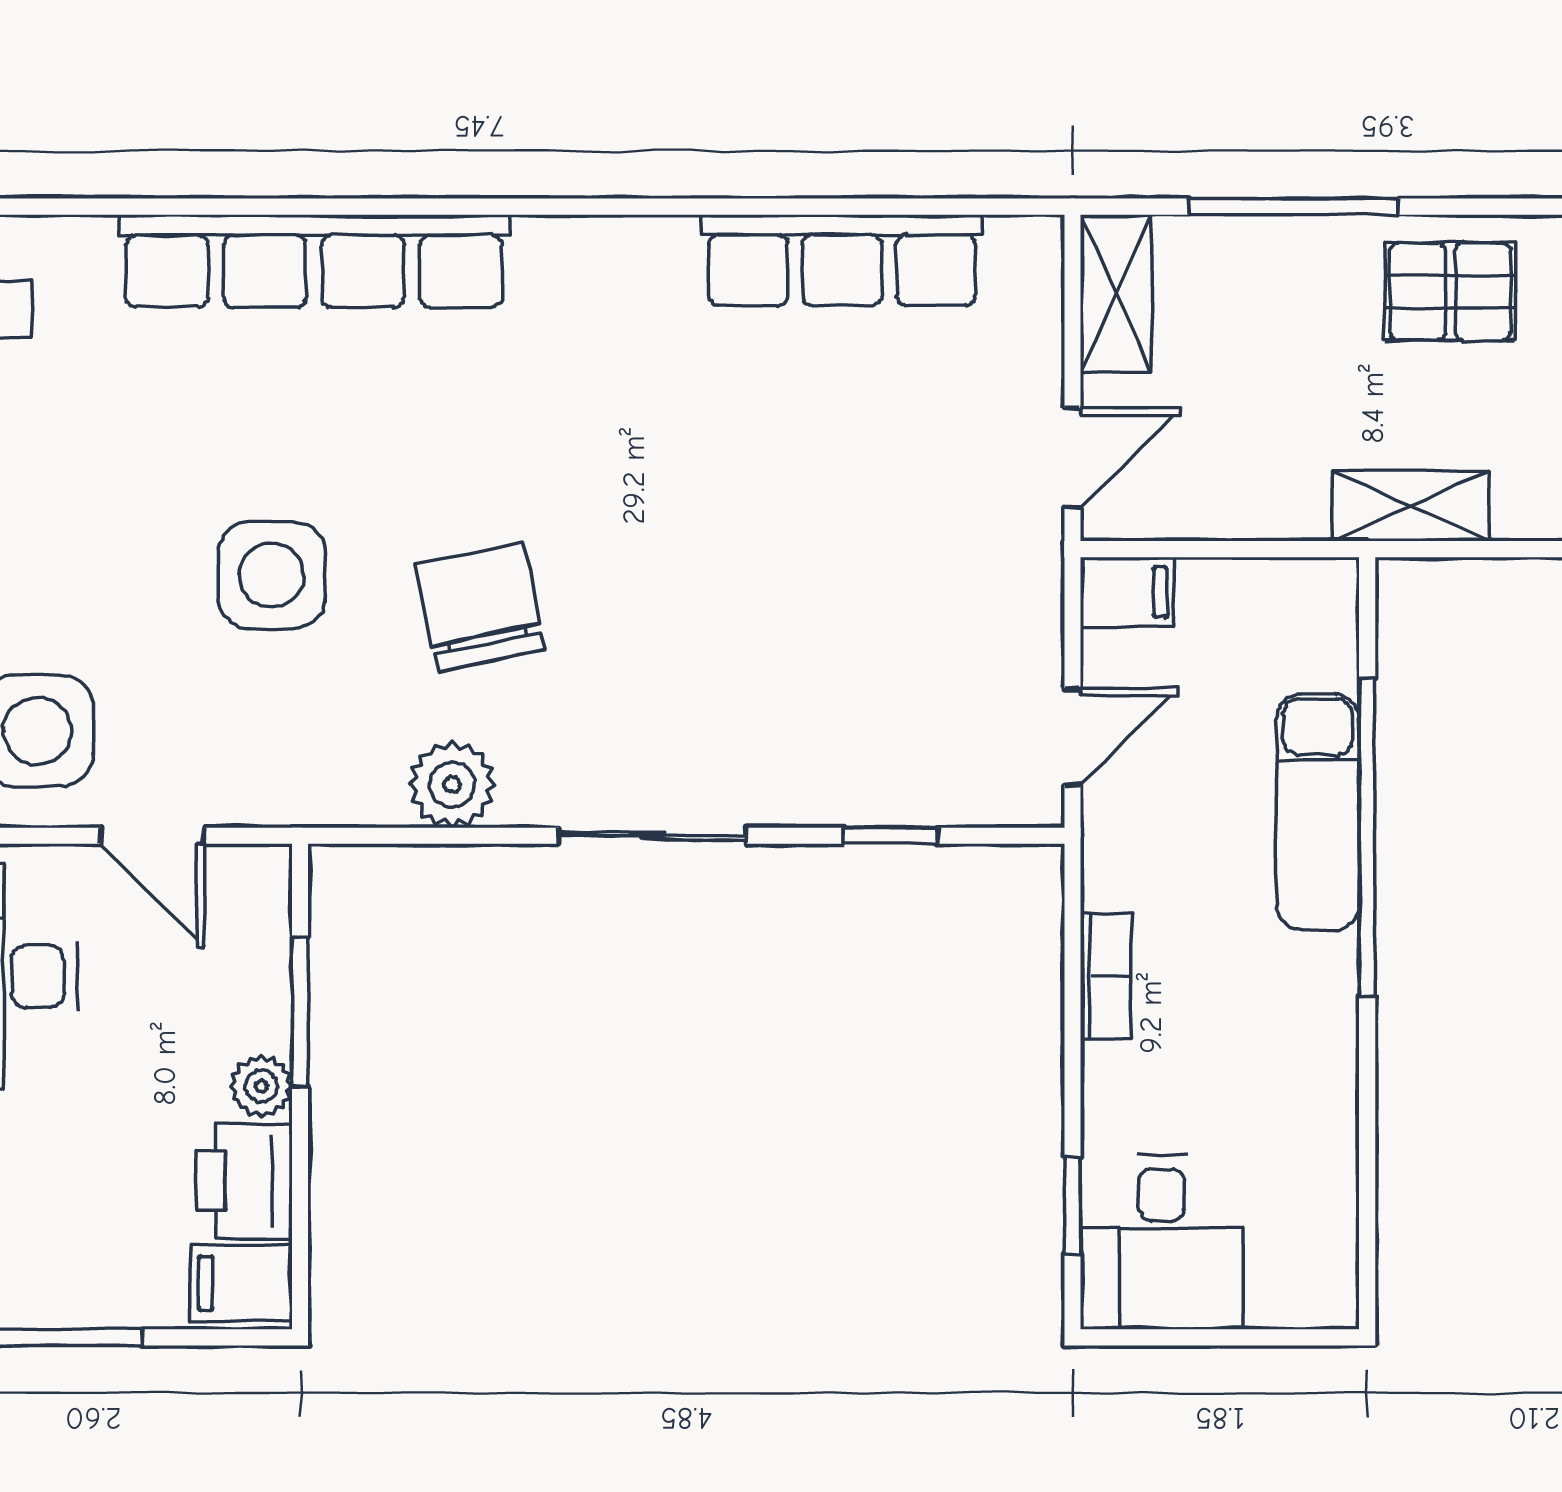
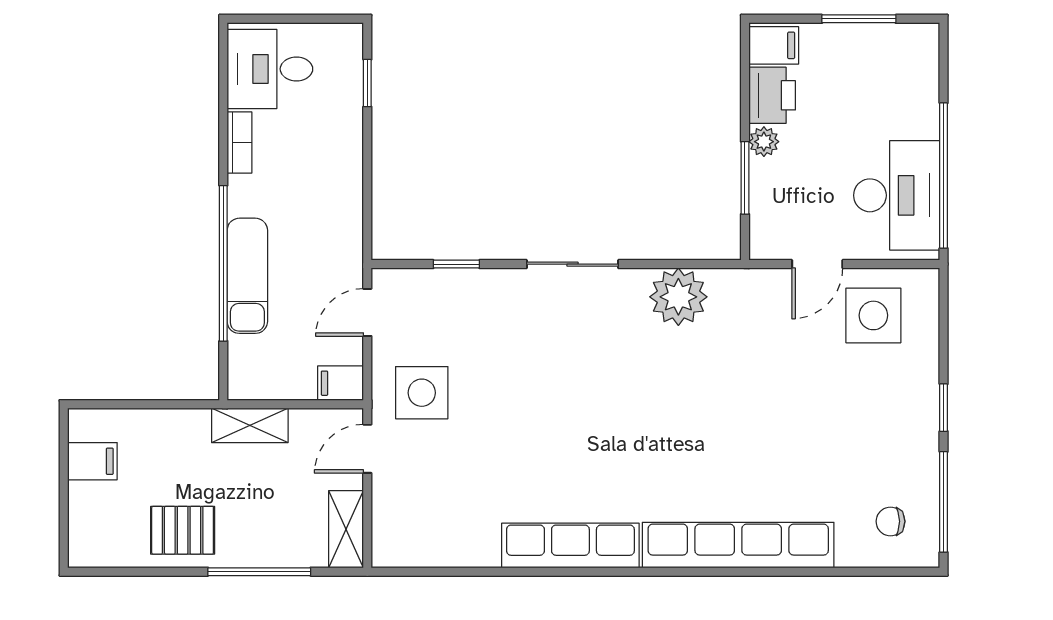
row of seats: (842, 260) -> (570, 546), moved
shelving: (1411, 506) -> (250, 425), moved
side table: (272, 575) -> (422, 393), moved
chair: (481, 607) -> (657, 376), removed
plant: (452, 785) -> (678, 297), width x1.36, depth x1.36
door: (152, 836) -> (817, 264), swing flipped
bookcase: (1106, 976) -> (239, 142), moved, turned 180
desk: (1162, 1242) -> (270, 69), moved, turned -90

